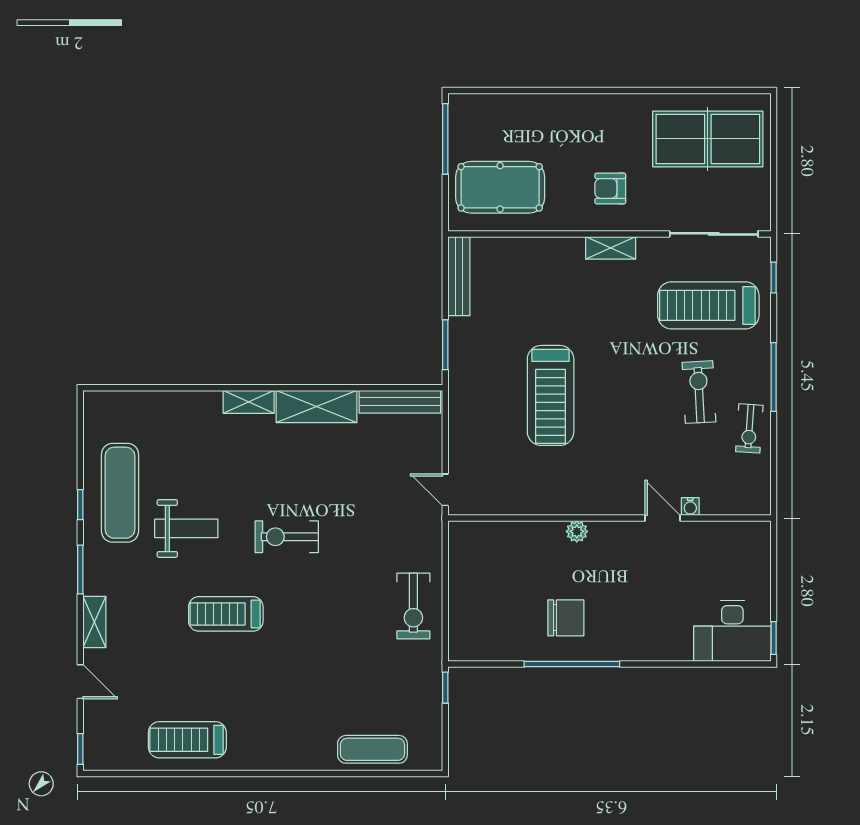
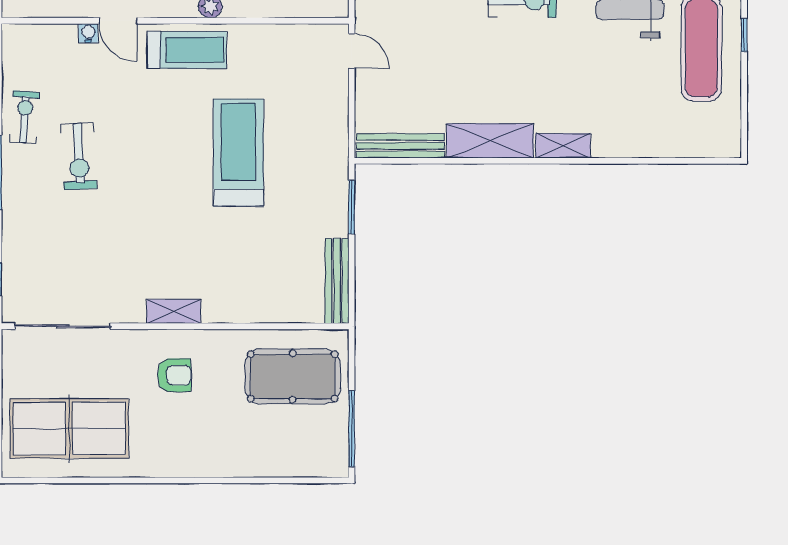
treadmill: (708, 305) -> (187, 50), moved, width x0.73, depth x0.73

